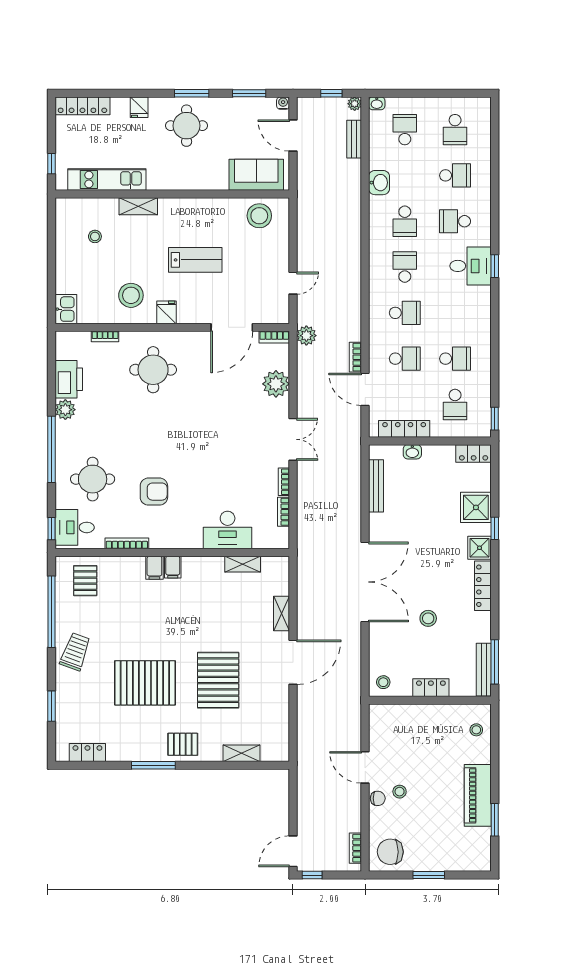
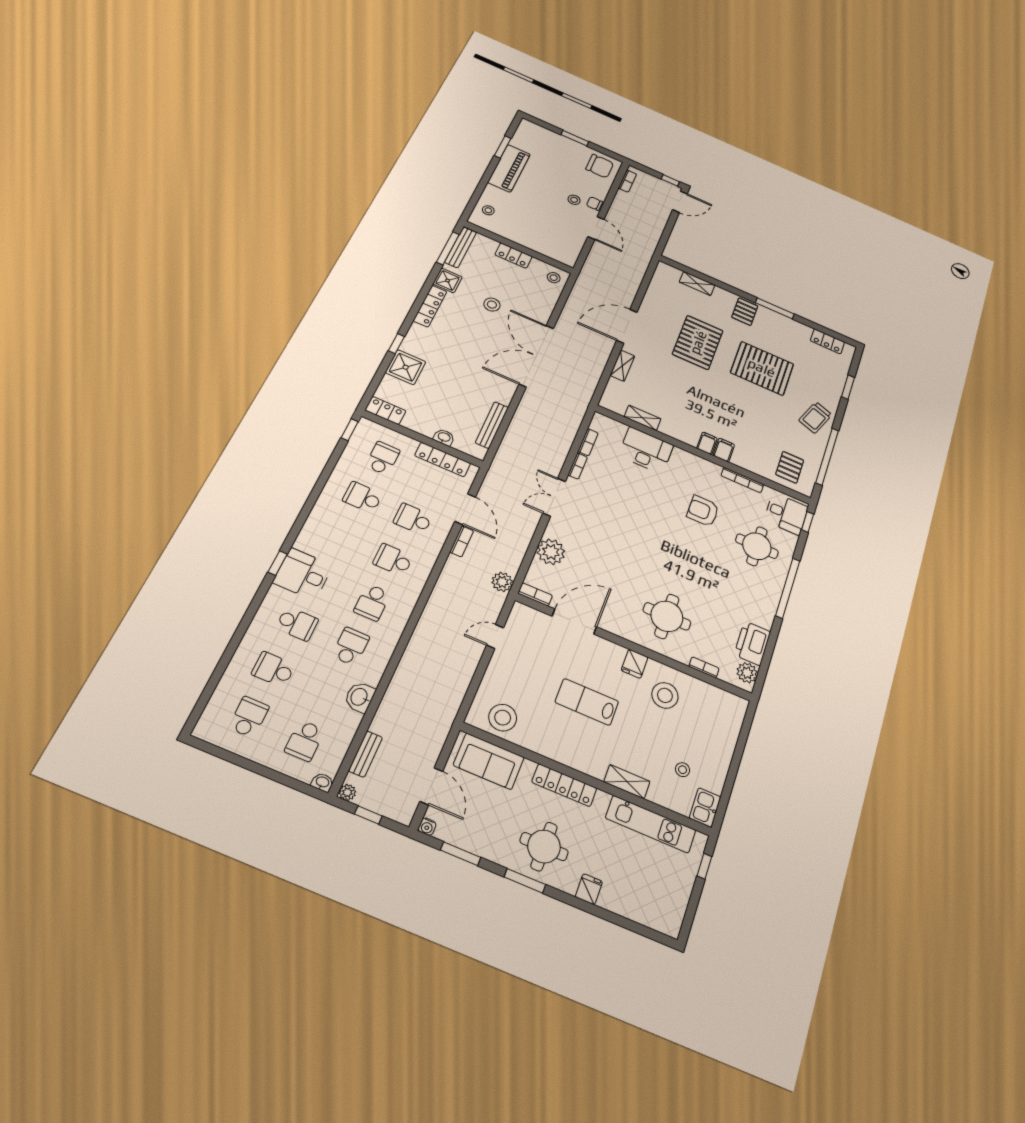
locker: (82, 106) -> (564, 785), moved, turned 180
kitchen sink: (66, 309) -> (705, 807), moved
plant: (65, 410) -> (747, 673), moved
shower: (480, 548) -> (448, 280), moved
pallet: (183, 744) -> (745, 312), turned 90

